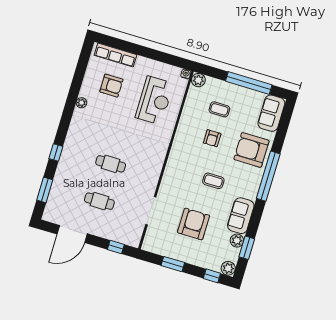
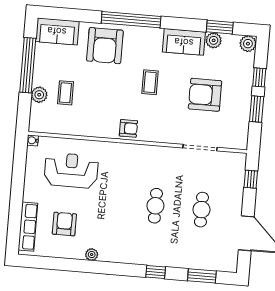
plant: (198, 80) -> (39, 95), moved
armchair: (212, 138) -> (128, 128), moved
window: (212, 276) -> (259, 77), moved

